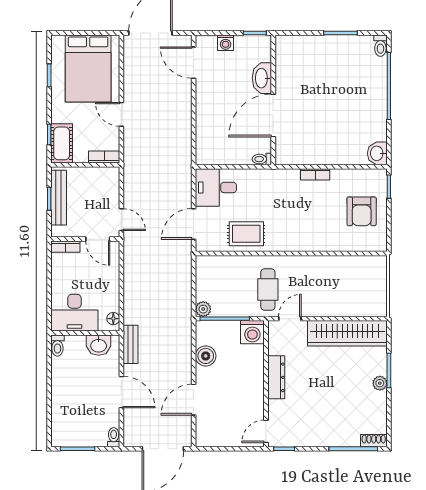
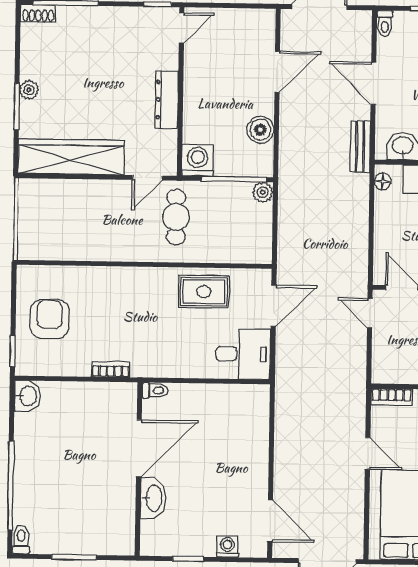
washbasin: (262, 78) -> (153, 498), moved
wall: (273, 100) -> (139, 469), moved
door: (273, 115) -> (139, 448), moved
toilet: (262, 159) -> (155, 390), moved

